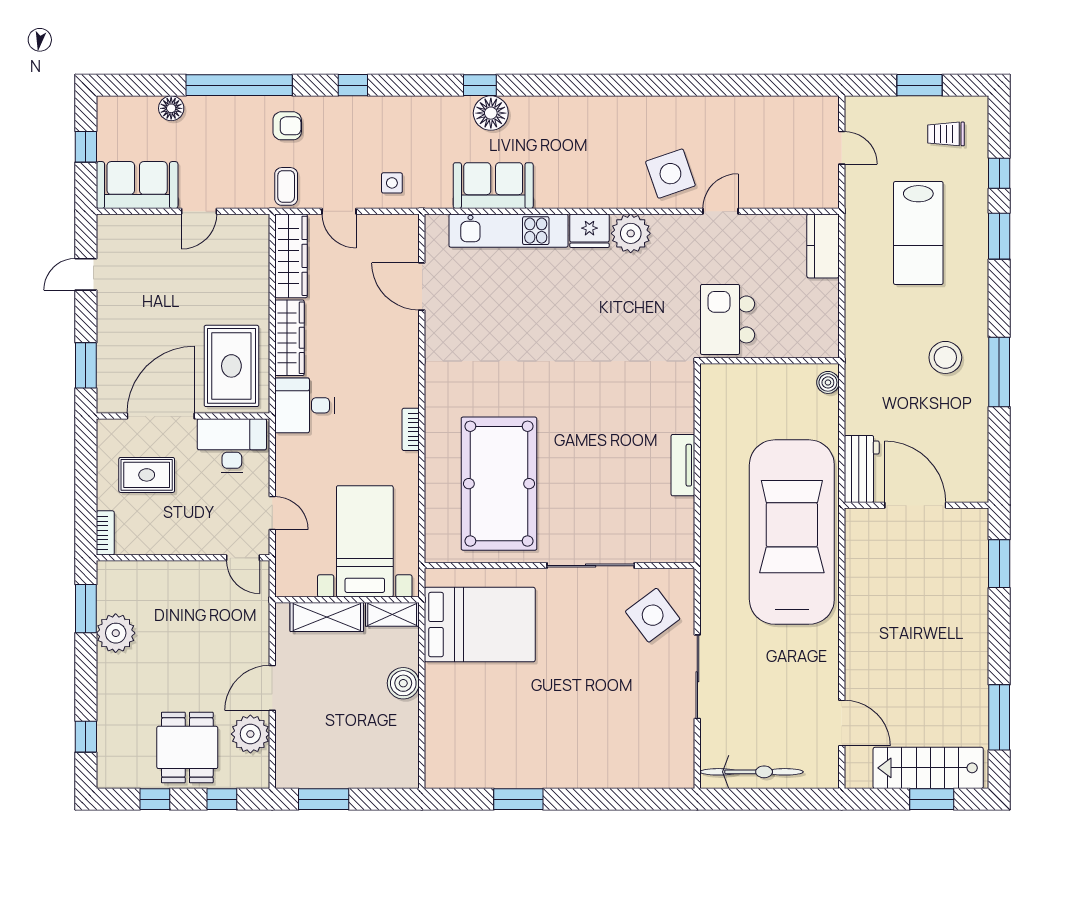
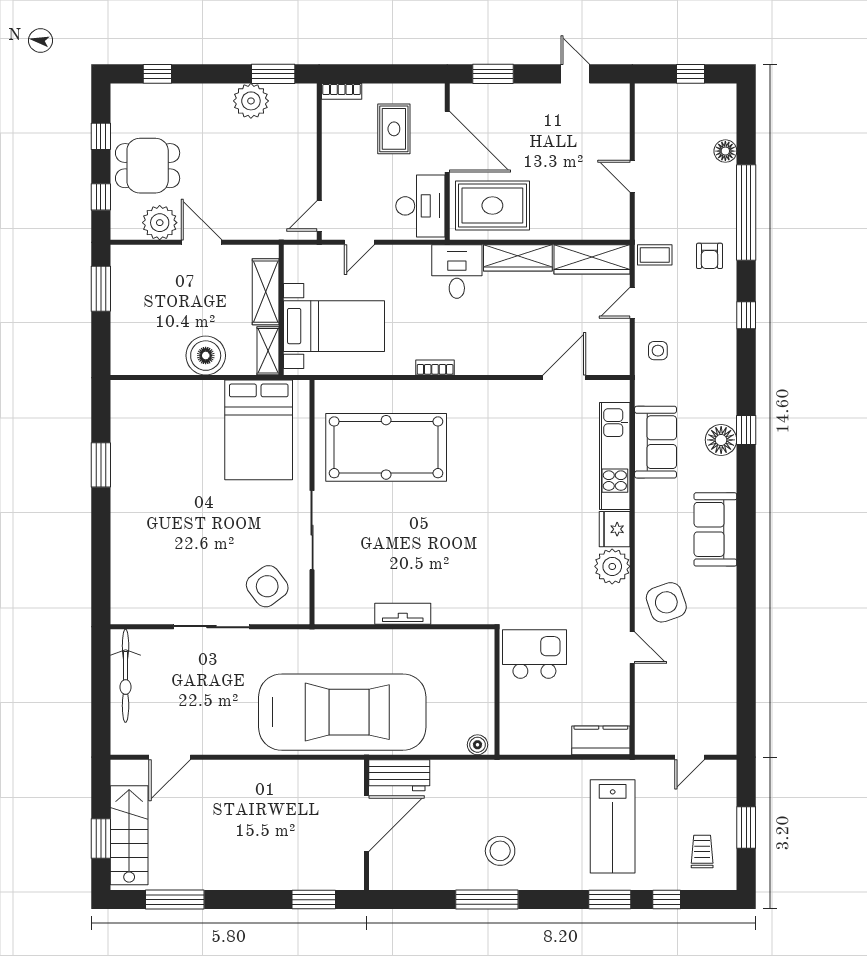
sofa: (137, 185) -> (715, 529), moved, turned 180
lab bench: (918, 233) -> (613, 826), turned -90
boiler: (403, 683) -> (206, 356), width x1.37, depth x1.37

